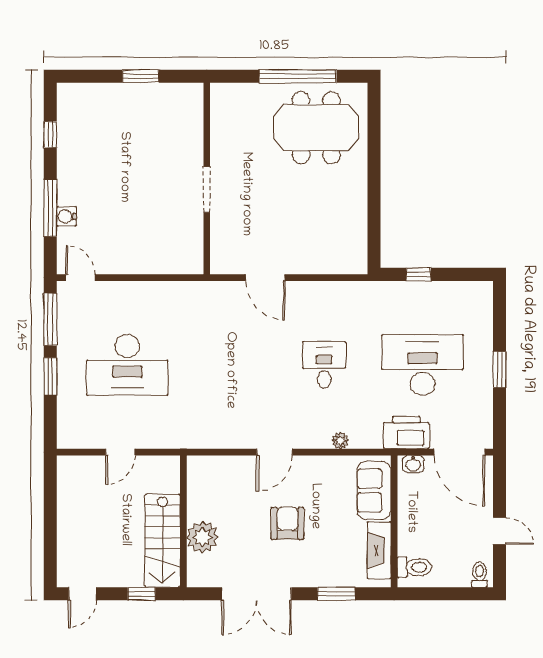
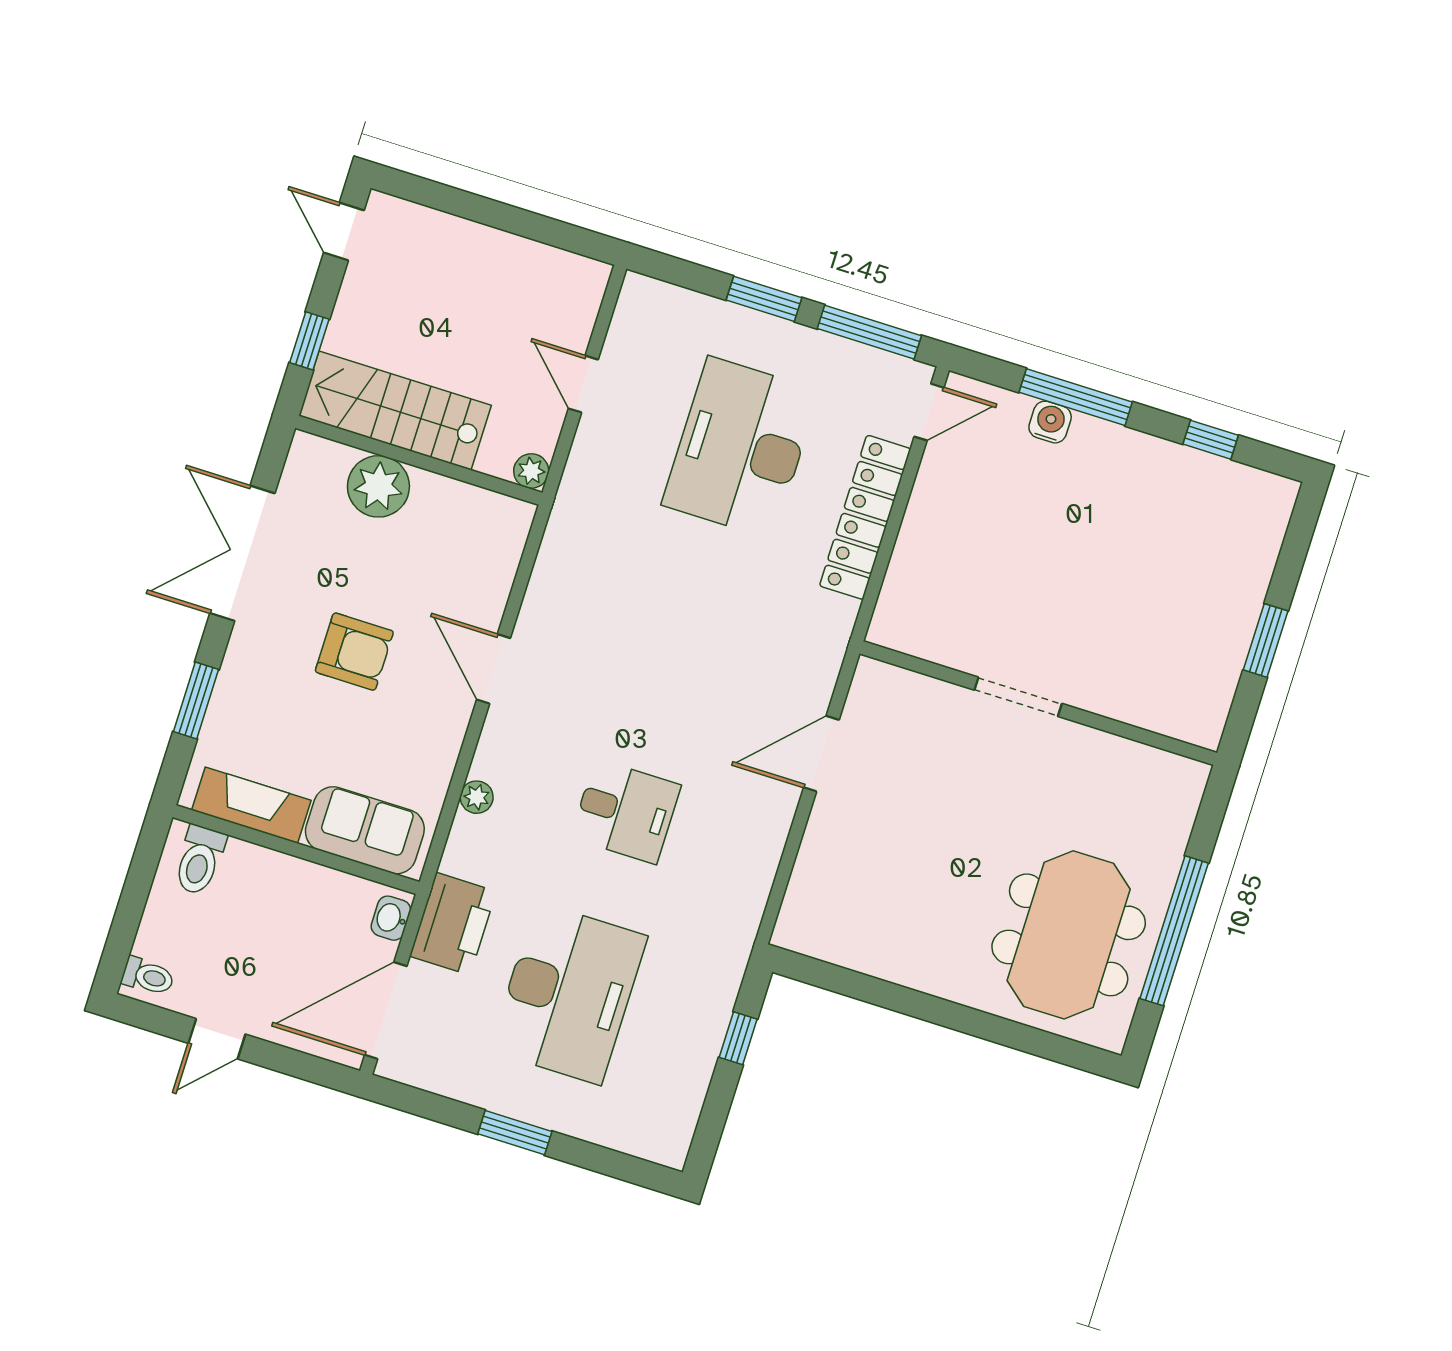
locker: (142, 293) -> (865, 517), added
plant: (171, 464) -> (531, 471), added

